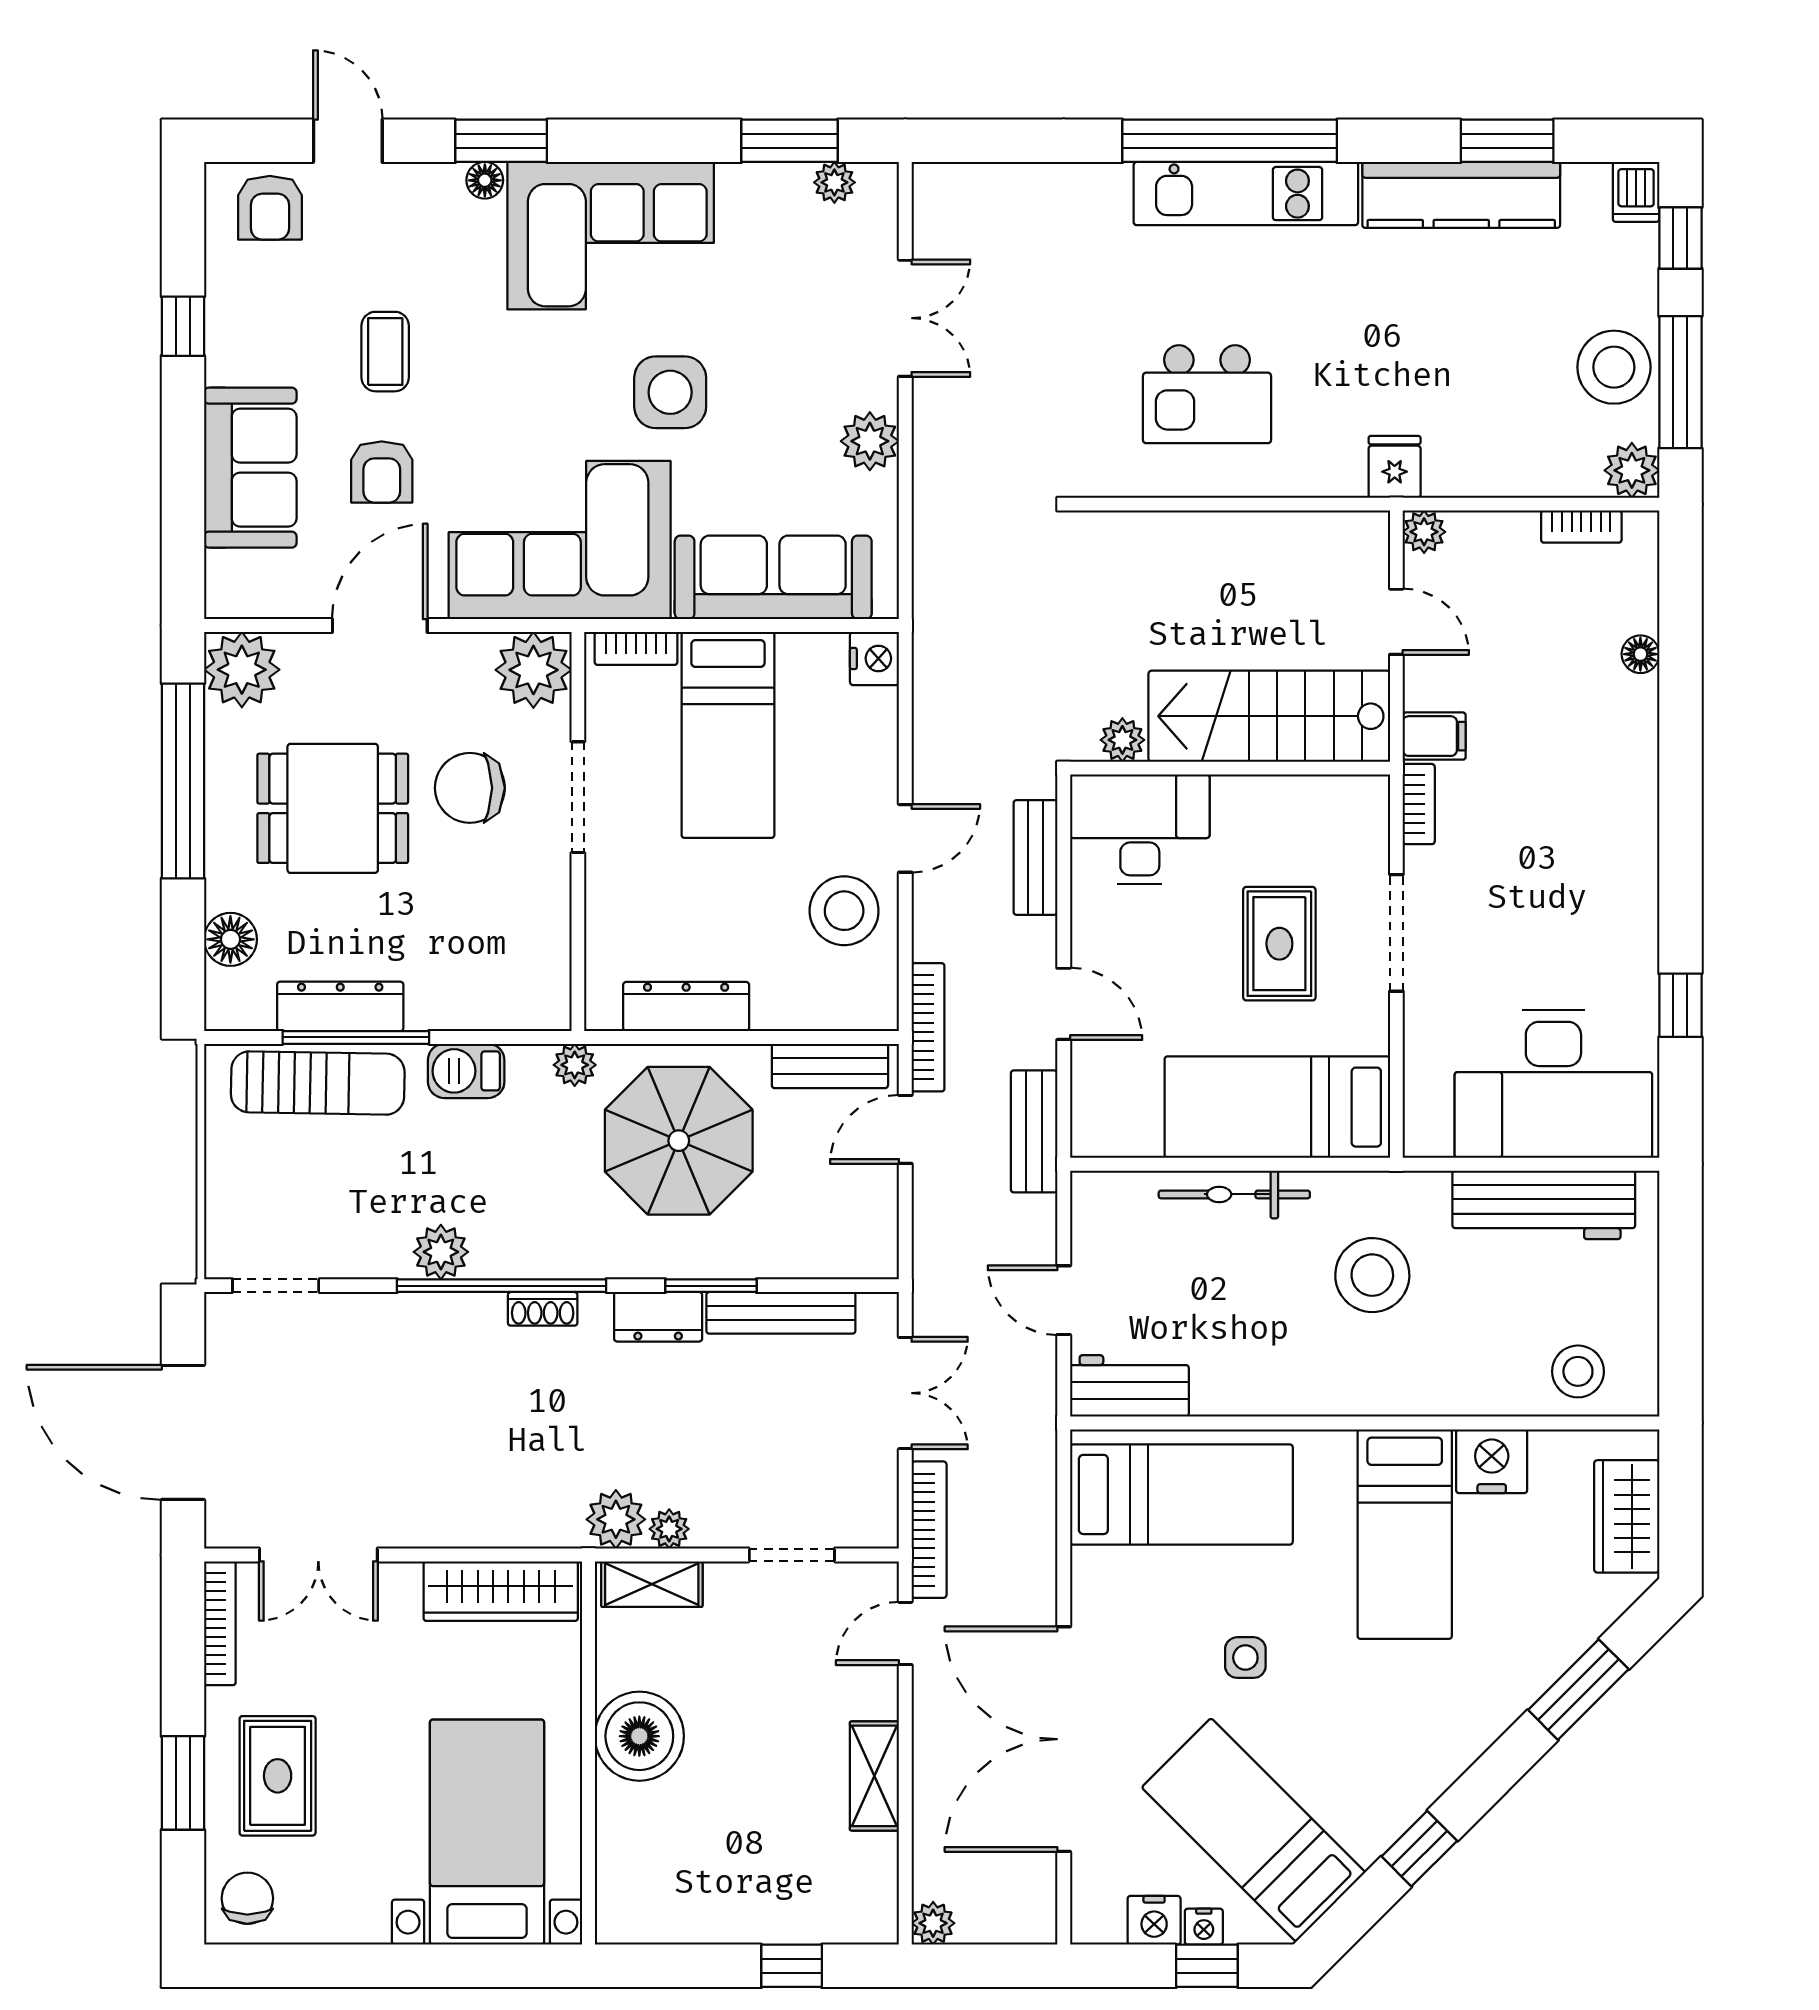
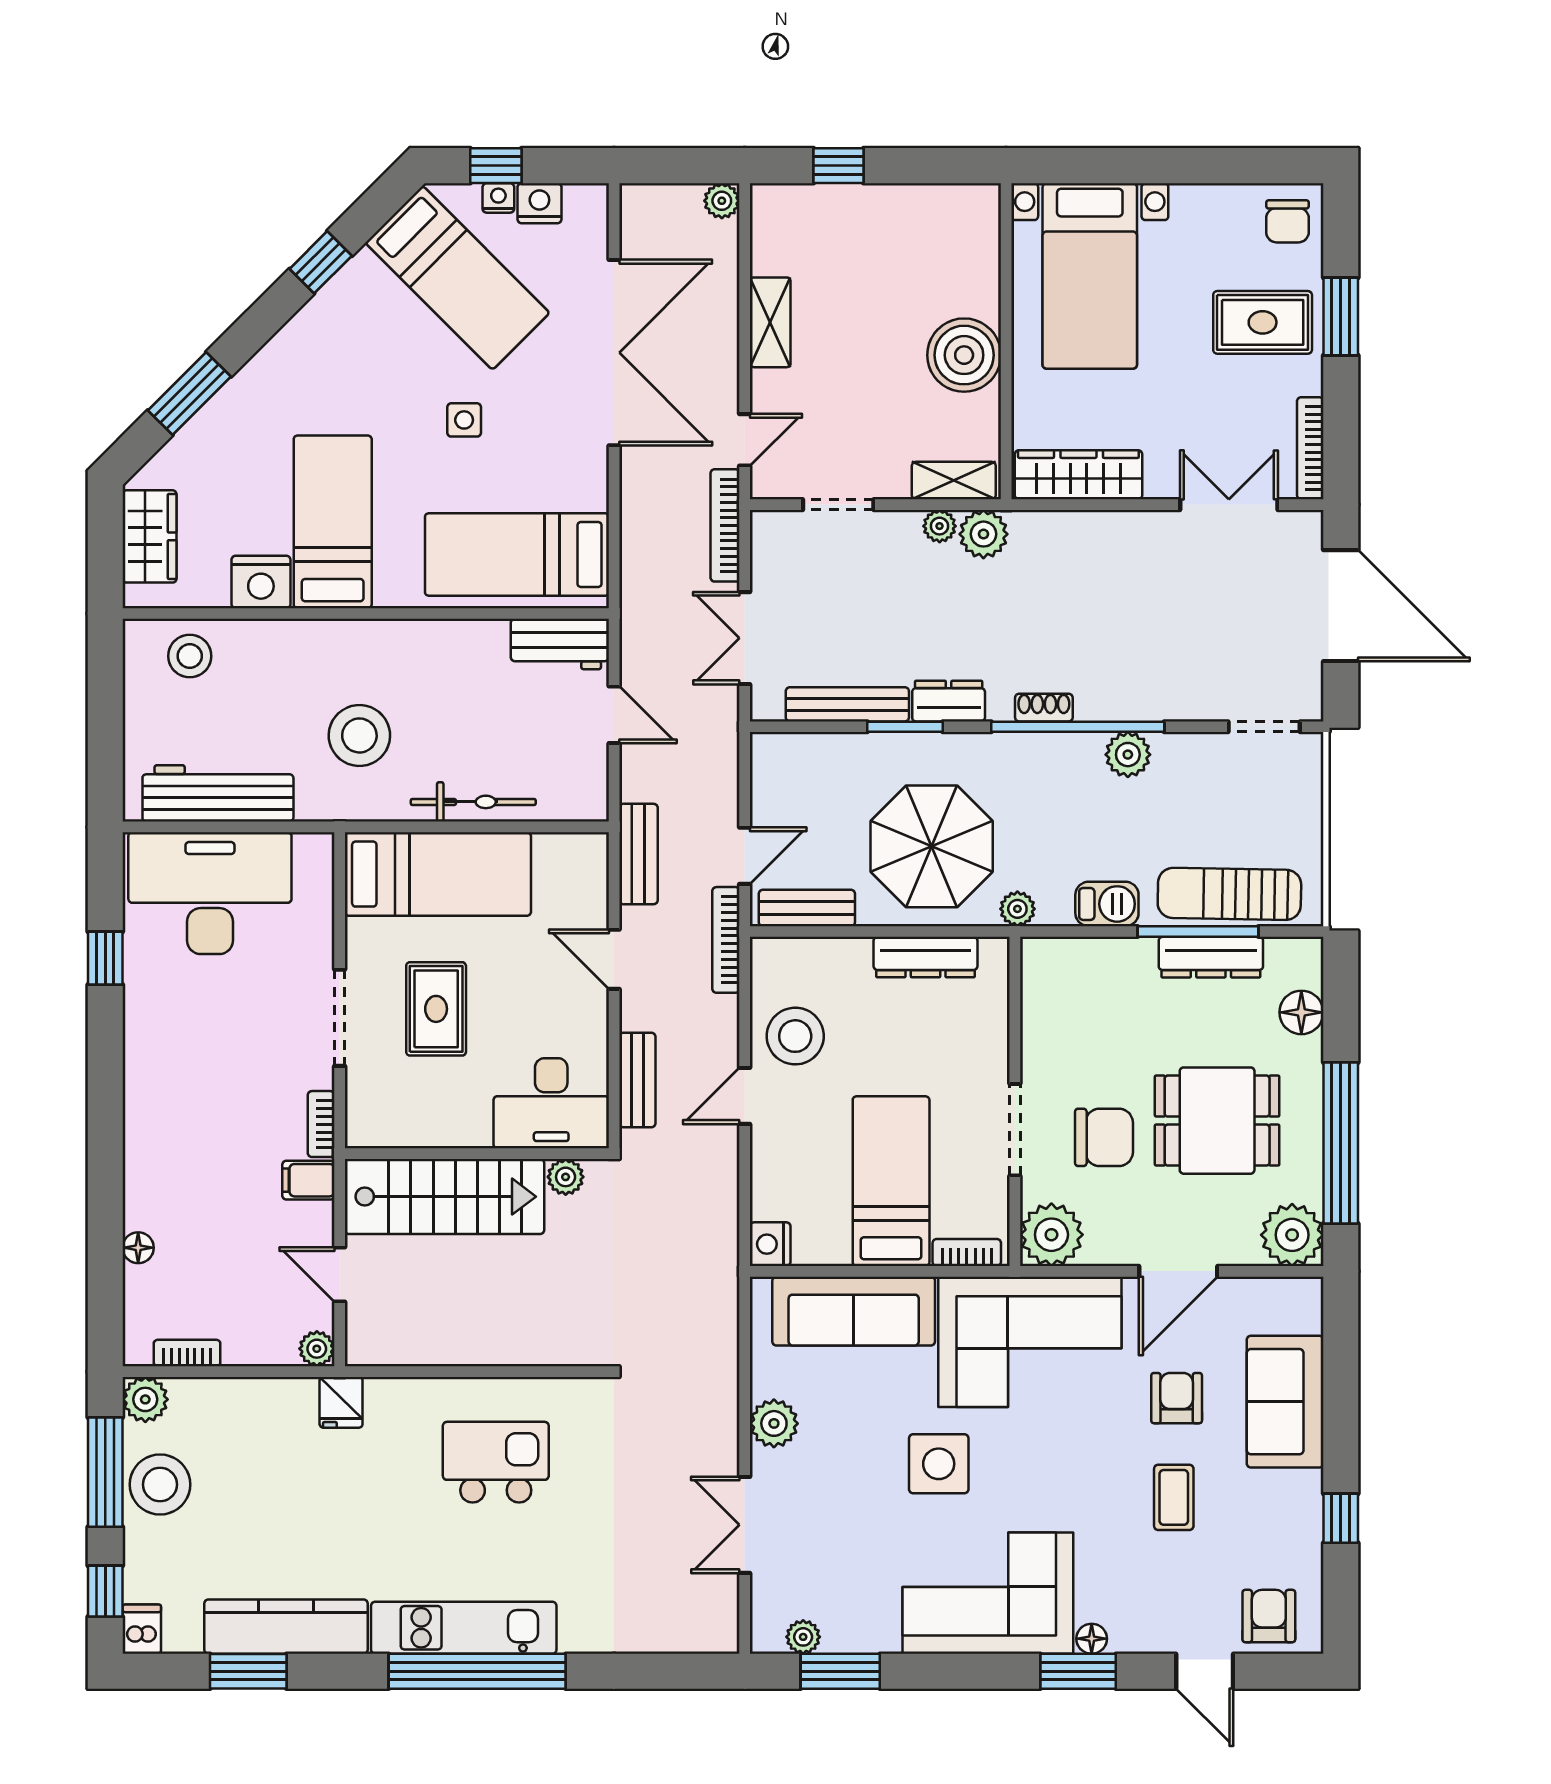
rug: (278, 1776) -> (1263, 322), turned 90

